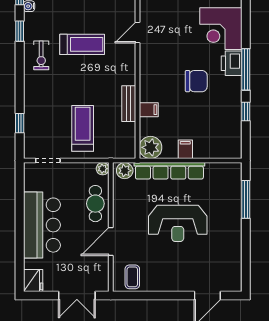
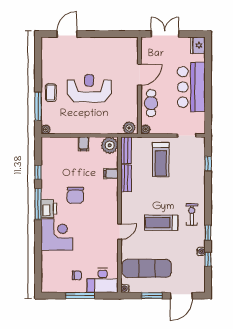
chair: (196, 81) -> (75, 195), turned -90
bench: (129, 141) -> (126, 150), added
plant: (236, 169) -> (46, 129), added
row of seats: (169, 171) -> (95, 128), removed
coffee table: (132, 277) -> (51, 93), moved

